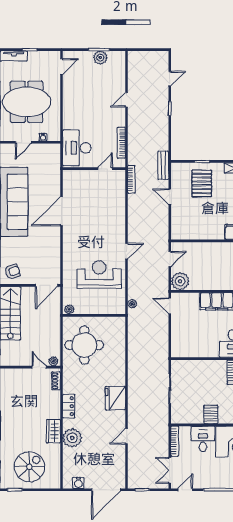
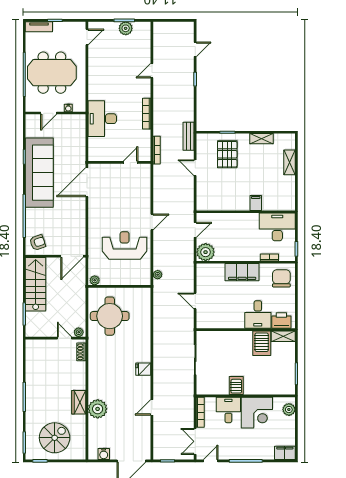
wall: (94, 169) -> (119, 162), moved
door: (105, 169) -> (131, 162), moved
door: (170, 306) -> (195, 301), moved
fridge: (115, 398) -> (143, 369), width x0.53, depth x0.75
locker: (69, 406) -> (94, 377), removed

